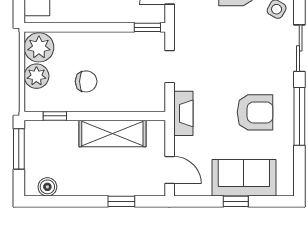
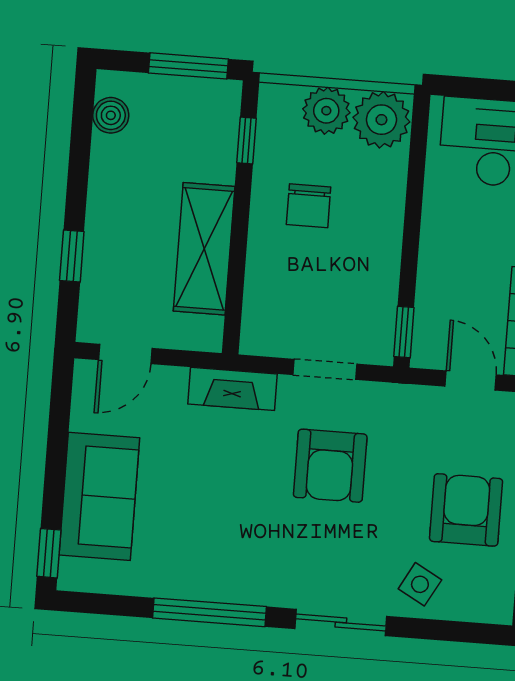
armchair: (255, 112) -> (330, 466), moved
window: (236, 201) -> (49, 553), moved

